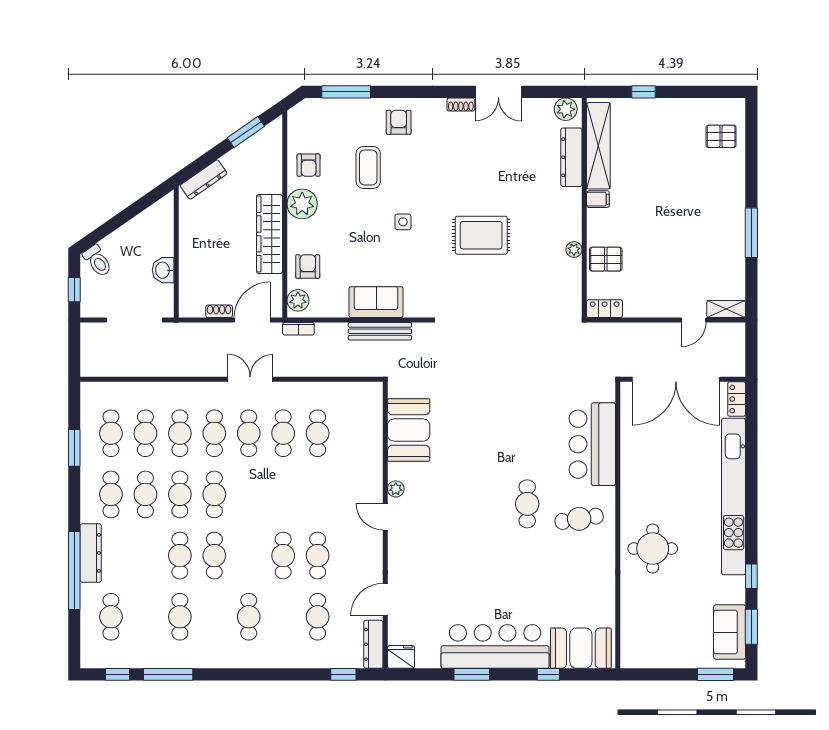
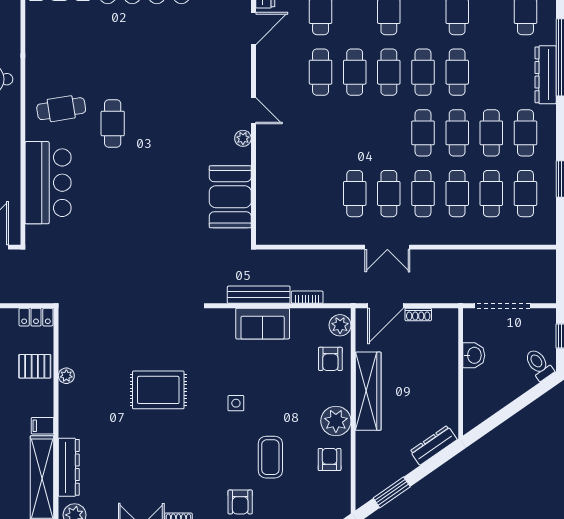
bookcase: (298, 329) -> (307, 297), moved
cafe table: (318, 433) -> (389, 72), moved

